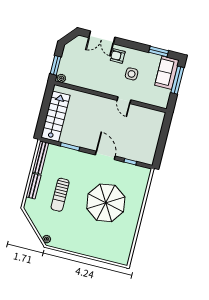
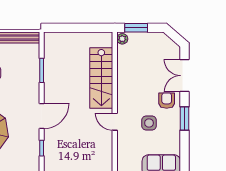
window: (159, 52) -> (184, 119), moved
door: (124, 100) -> (115, 122), hinge flipped
stairs: (55, 116) -> (101, 78), moved, turned 90

